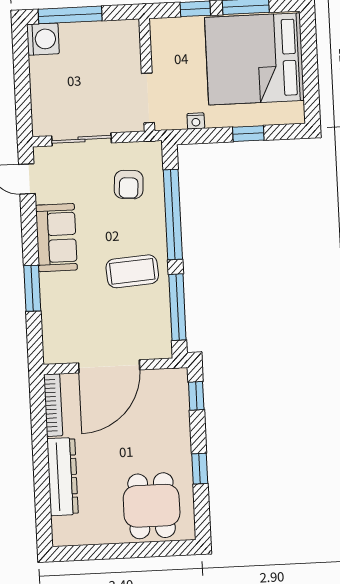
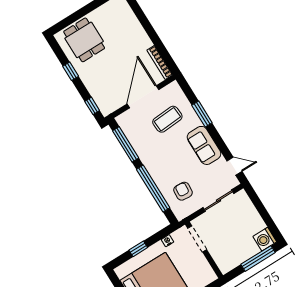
coffee table: (132, 271) -> (167, 119), moved
dresser: (63, 477) -> (136, 30), removed

